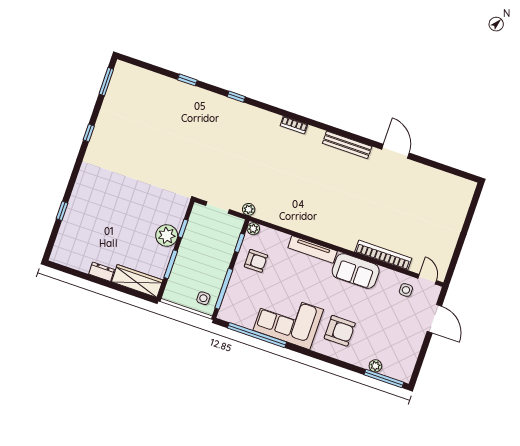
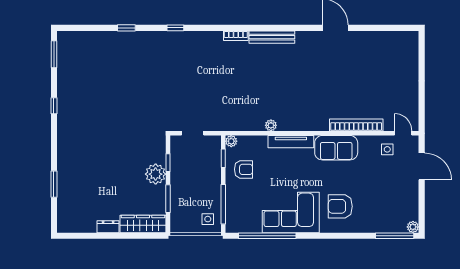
bench: (347, 145) -> (272, 37), moved
plant: (249, 209) -> (271, 125), moved
window: (62, 211) -> (54, 184), width x1.50
armchair: (340, 331) -> (340, 206), turned 180
plant: (375, 366) -> (413, 227), moved

